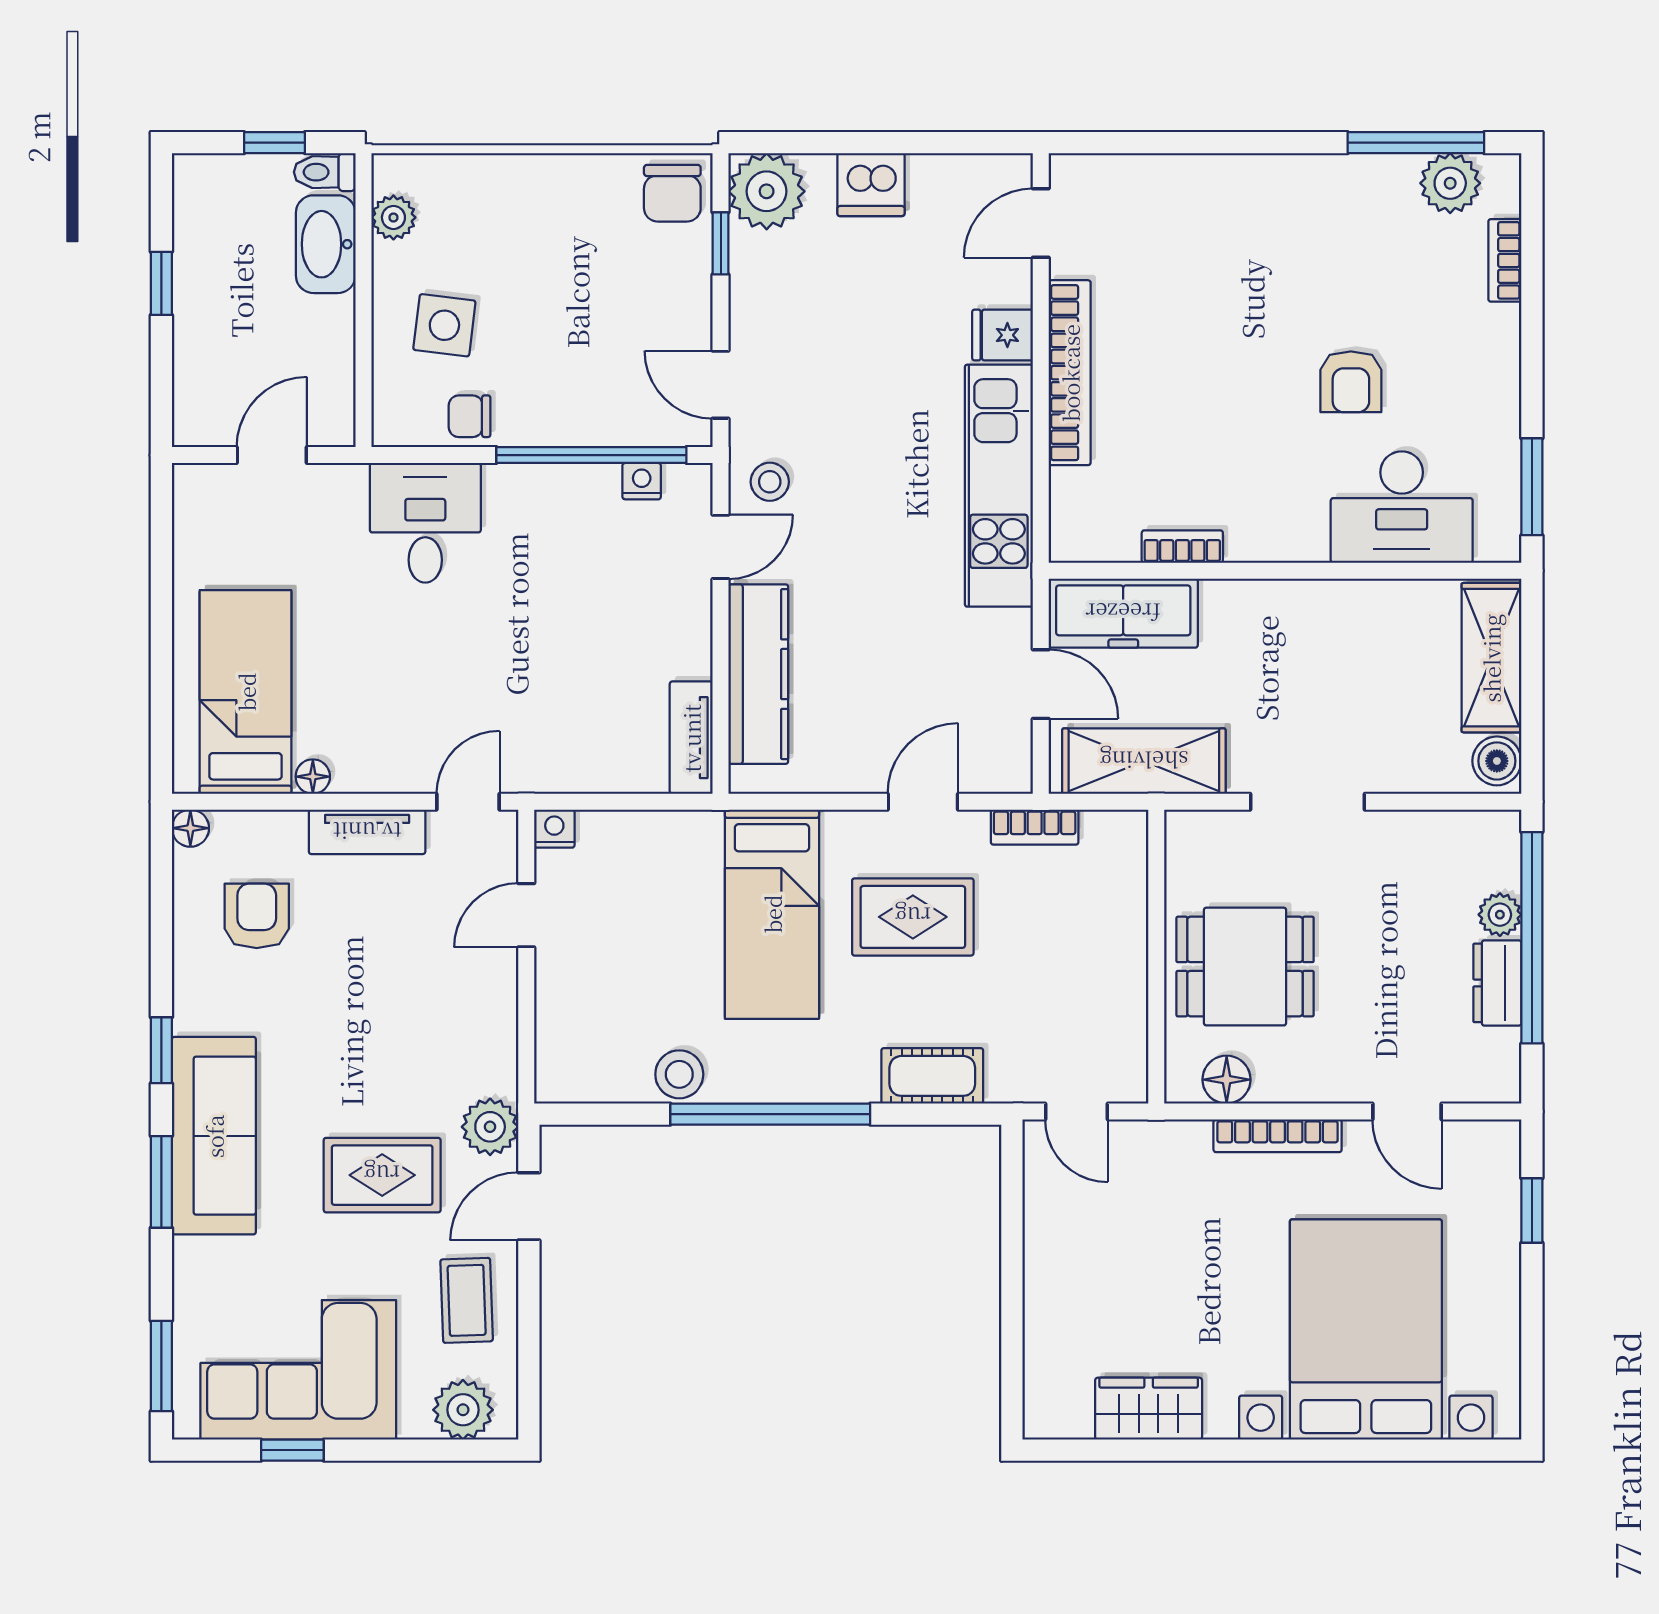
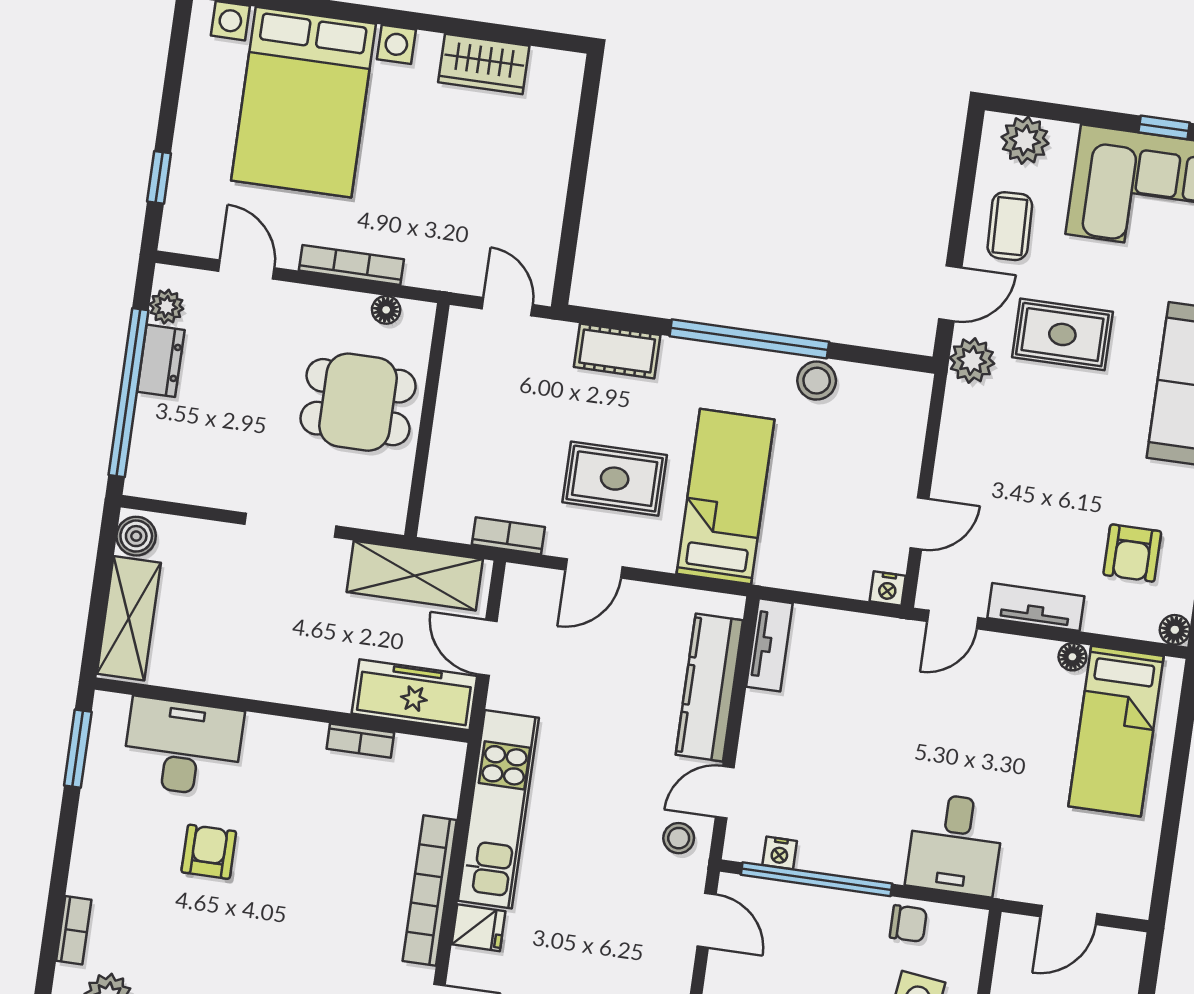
plant: (1500, 915) -> (166, 307), moved
floor lamp: (1227, 1080) -> (386, 310), width x0.73, depth x0.73

